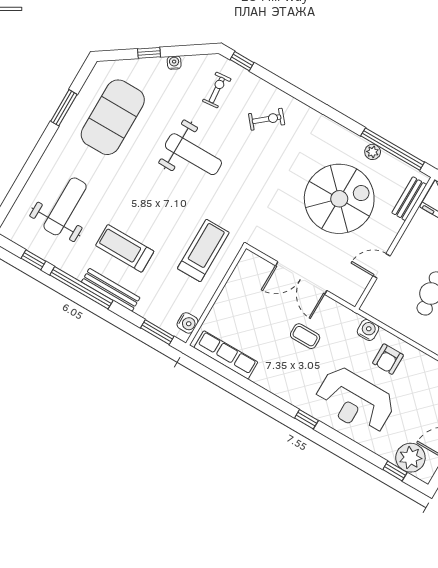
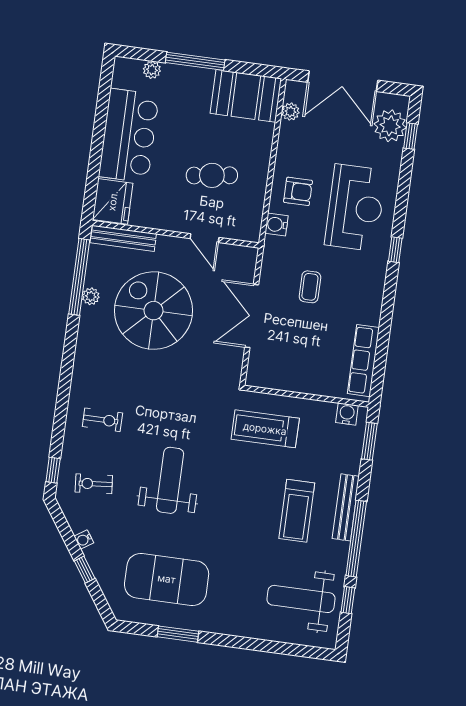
exercise bike: (267, 119) -> (102, 420), turned 130
bench: (409, 199) -> (123, 238), width x1.36
weight bench: (65, 206) -> (301, 599), moved
double door: (301, 278) -> (252, 316), swing flipped

